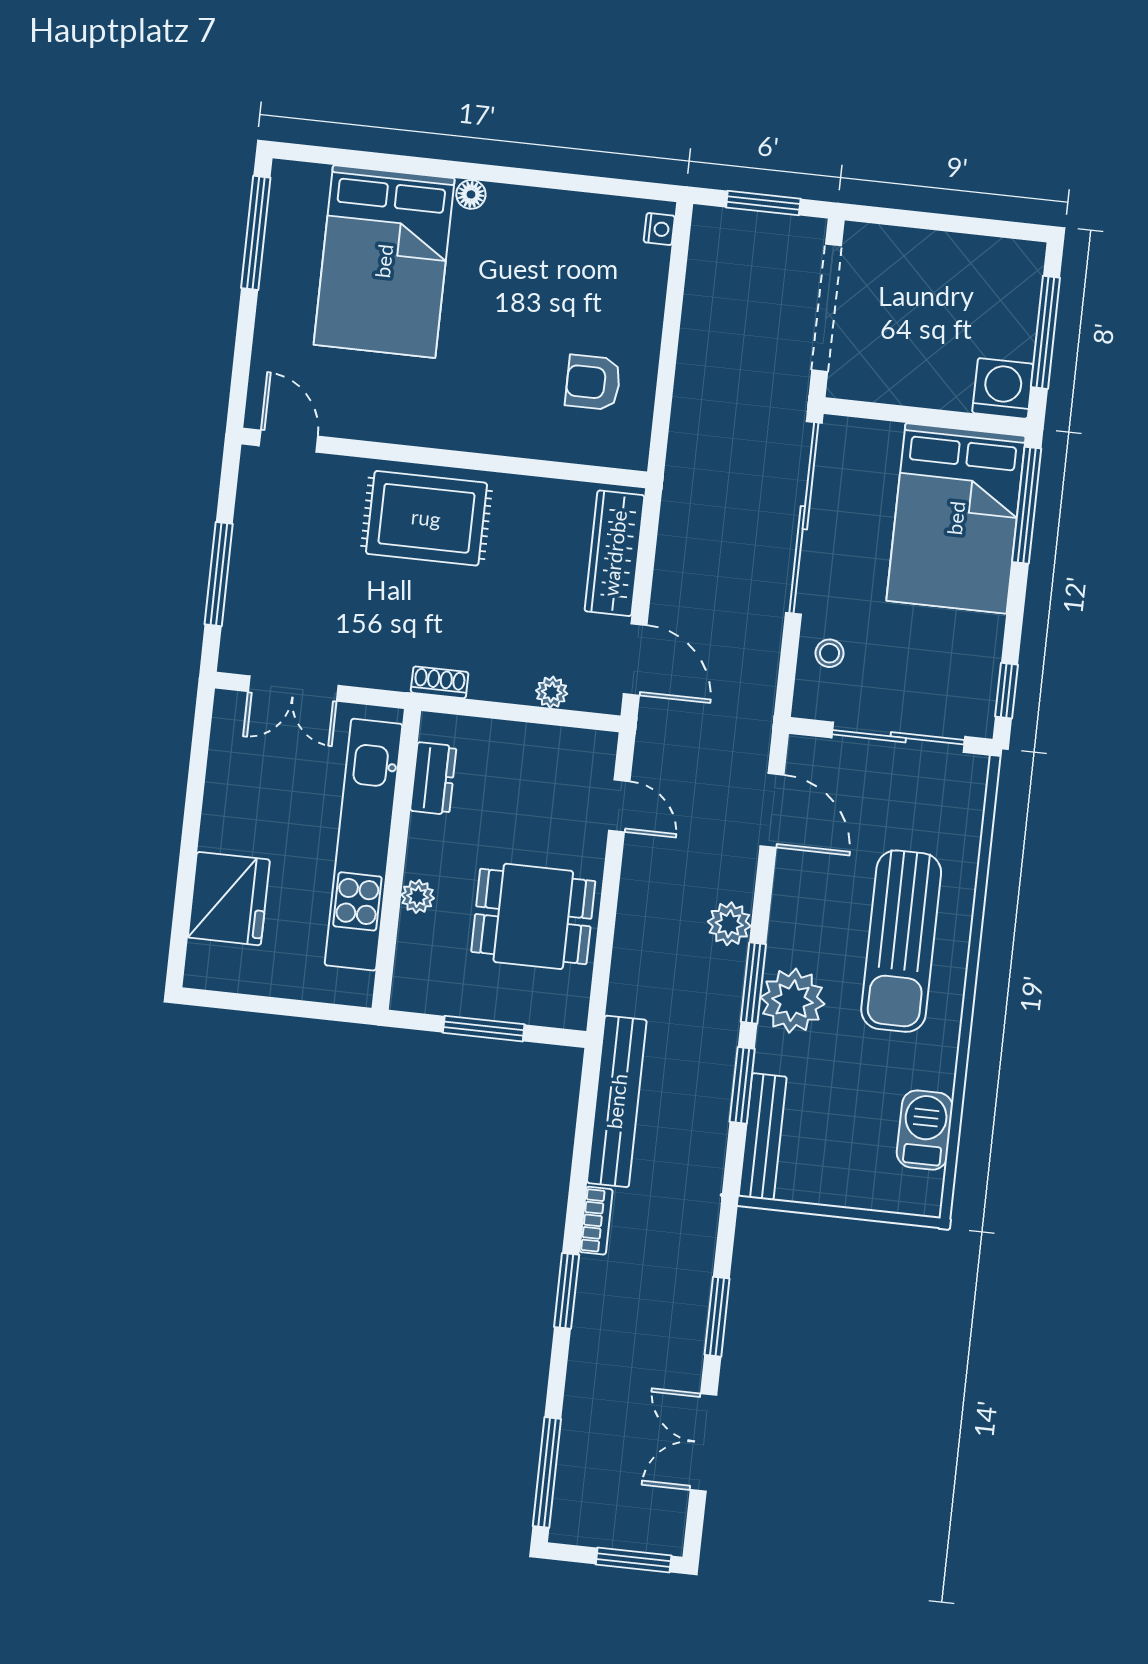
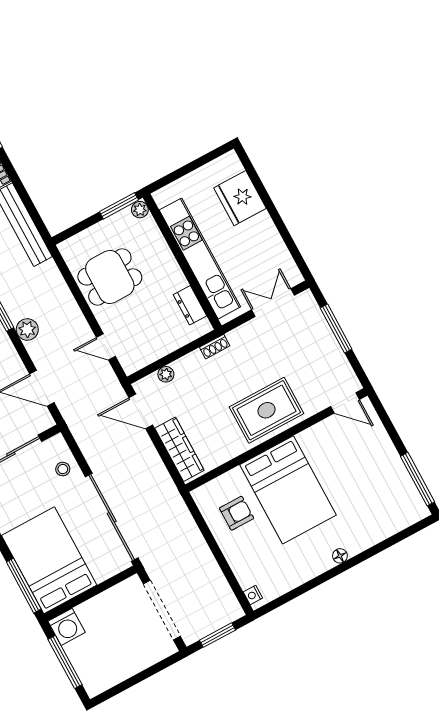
bed: (384, 261) -> (288, 490), moved, turned 180
plant: (418, 897) -> (140, 210), moved
window: (484, 1029) -> (119, 206), moved

